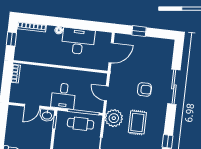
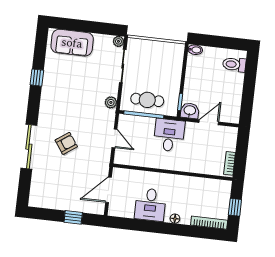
desk: (78, 41) -> (150, 205), width x0.73
armchair: (144, 89) -> (66, 143), turned 145
plant: (114, 118) -> (111, 102), width x0.53, depth x0.53
rug: (137, 122) -> (75, 102), removed

